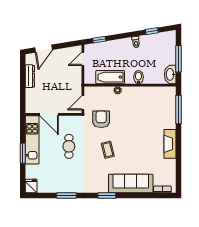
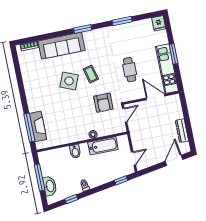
washbasin: (170, 74) -> (50, 186), moved
fireplace: (170, 144) -> (38, 126), moved
side table: (130, 147) -> (69, 81), added

